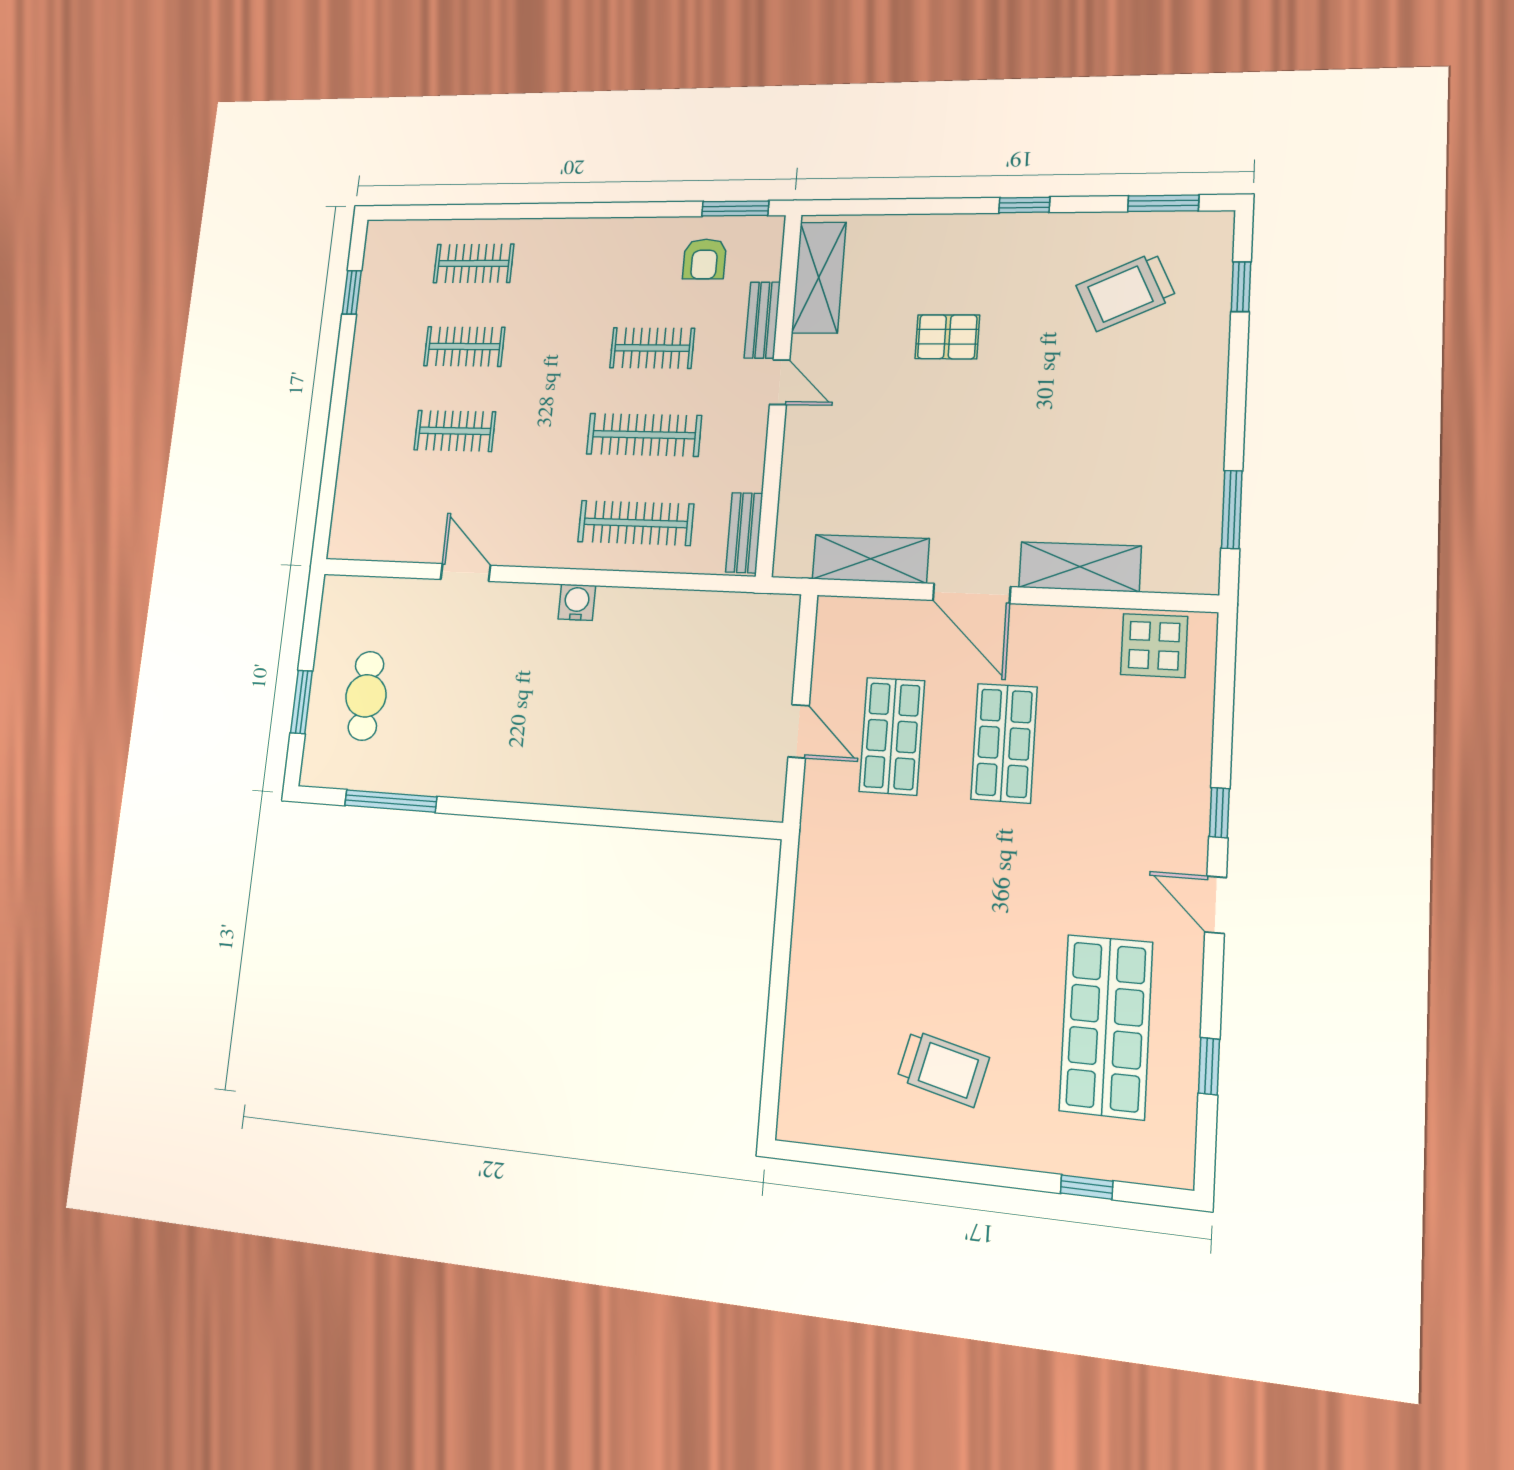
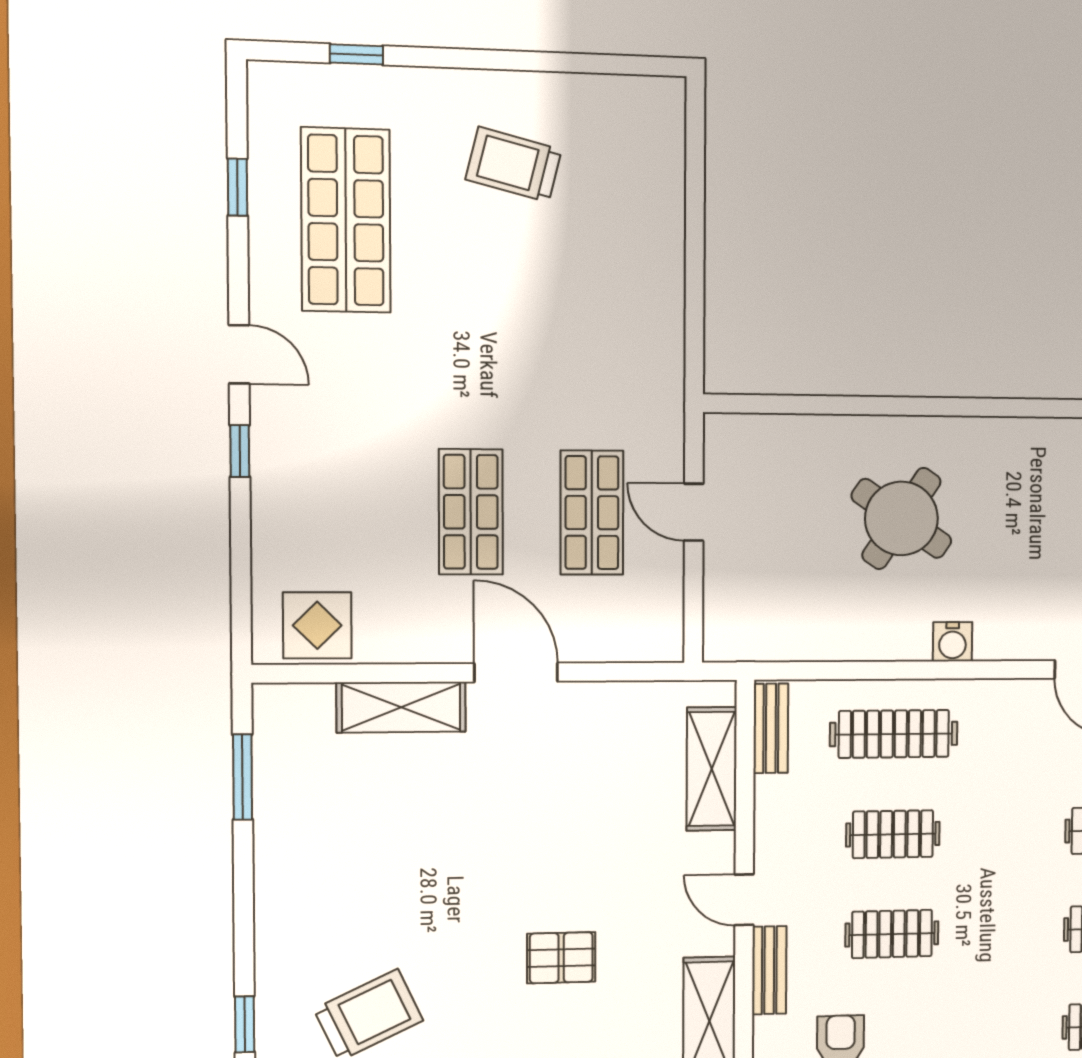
clothes rail: (644, 435) -> (893, 834), width x0.73
shelving: (871, 559) -> (712, 769), moved, turned 90
round table: (612, 715) -> (901, 518), added

